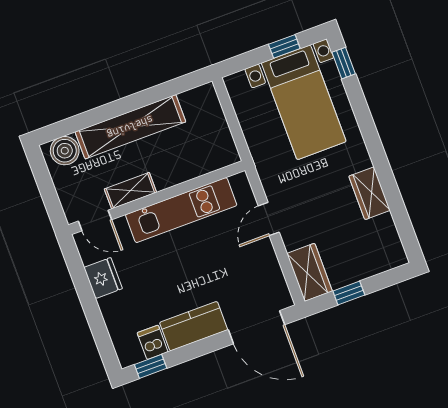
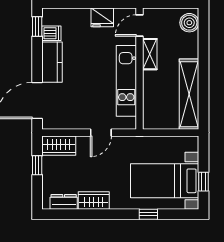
window: (344, 63) -> (148, 214), moved
shelving: (130, 127) -> (189, 94), moved
door: (269, 219) -> (101, 133), swing flipped
dresser: (387, 236) -> (64, 202), added

